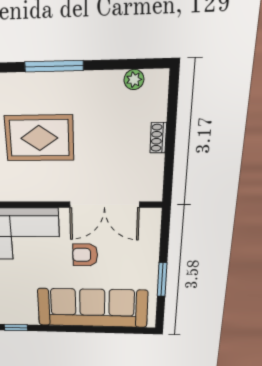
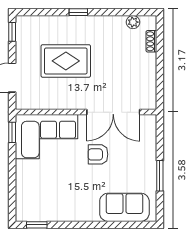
window: (54, 66) -> (78, 12), width x0.46
shoe rack: (158, 138) -> (151, 41), moved
sofa: (92, 308) -> (124, 207), width x0.54, depth x0.79

